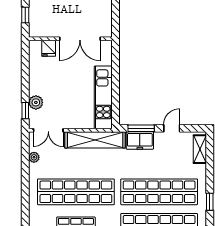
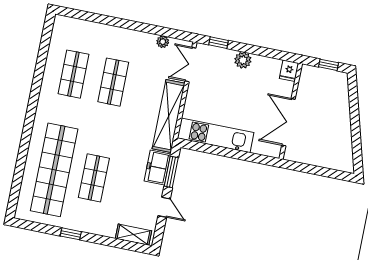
fridge: (49, 48) -> (289, 71), moved, turned -90
plant: (36, 102) -> (243, 60), moved
shop shelf: (76, 192) -> (113, 82), width x0.50, depth x0.74
shop shelf: (159, 192) -> (94, 178), width x0.50, depth x0.74

